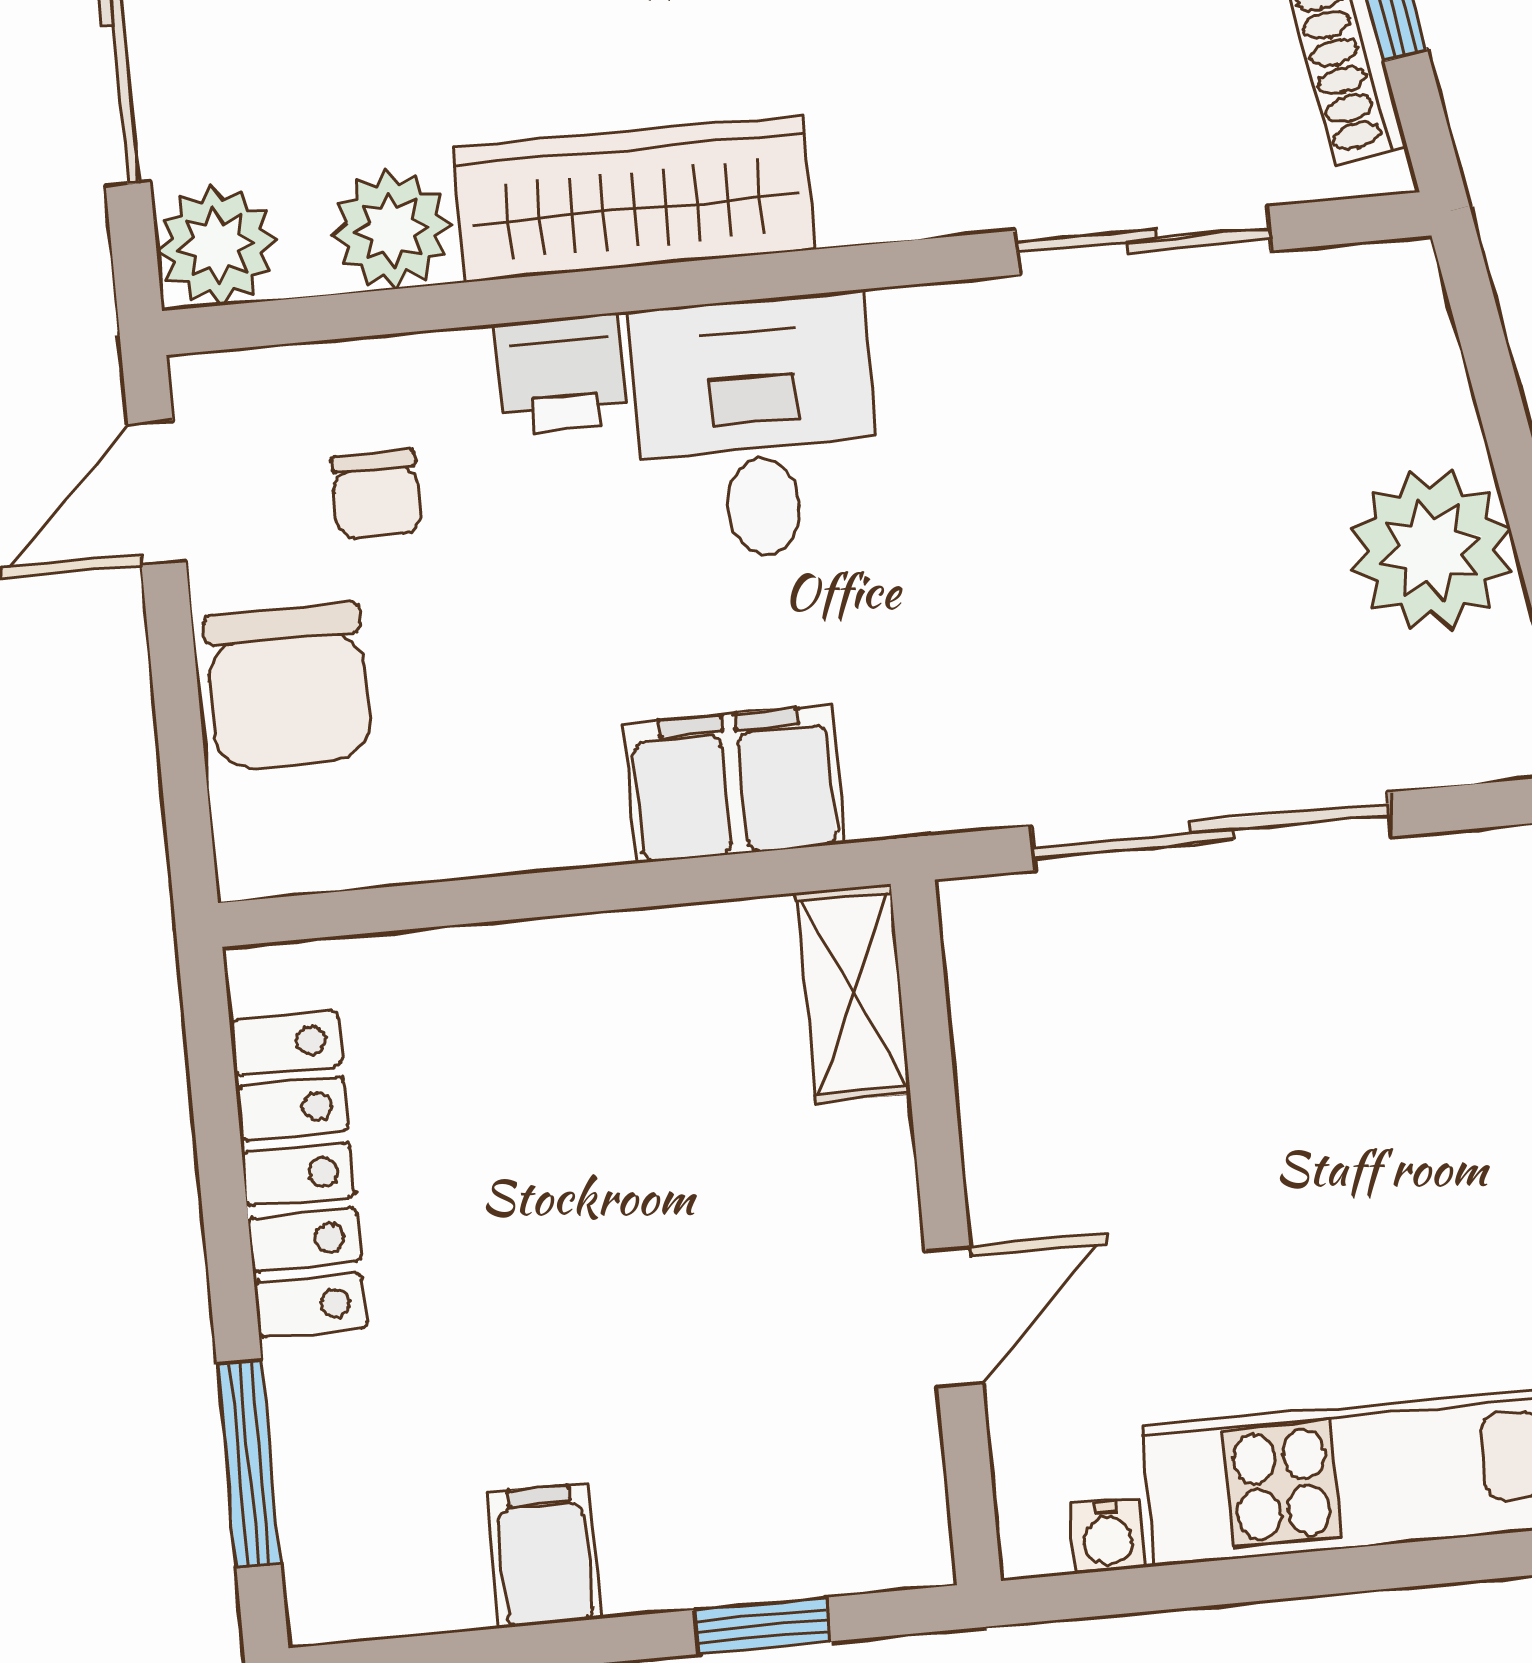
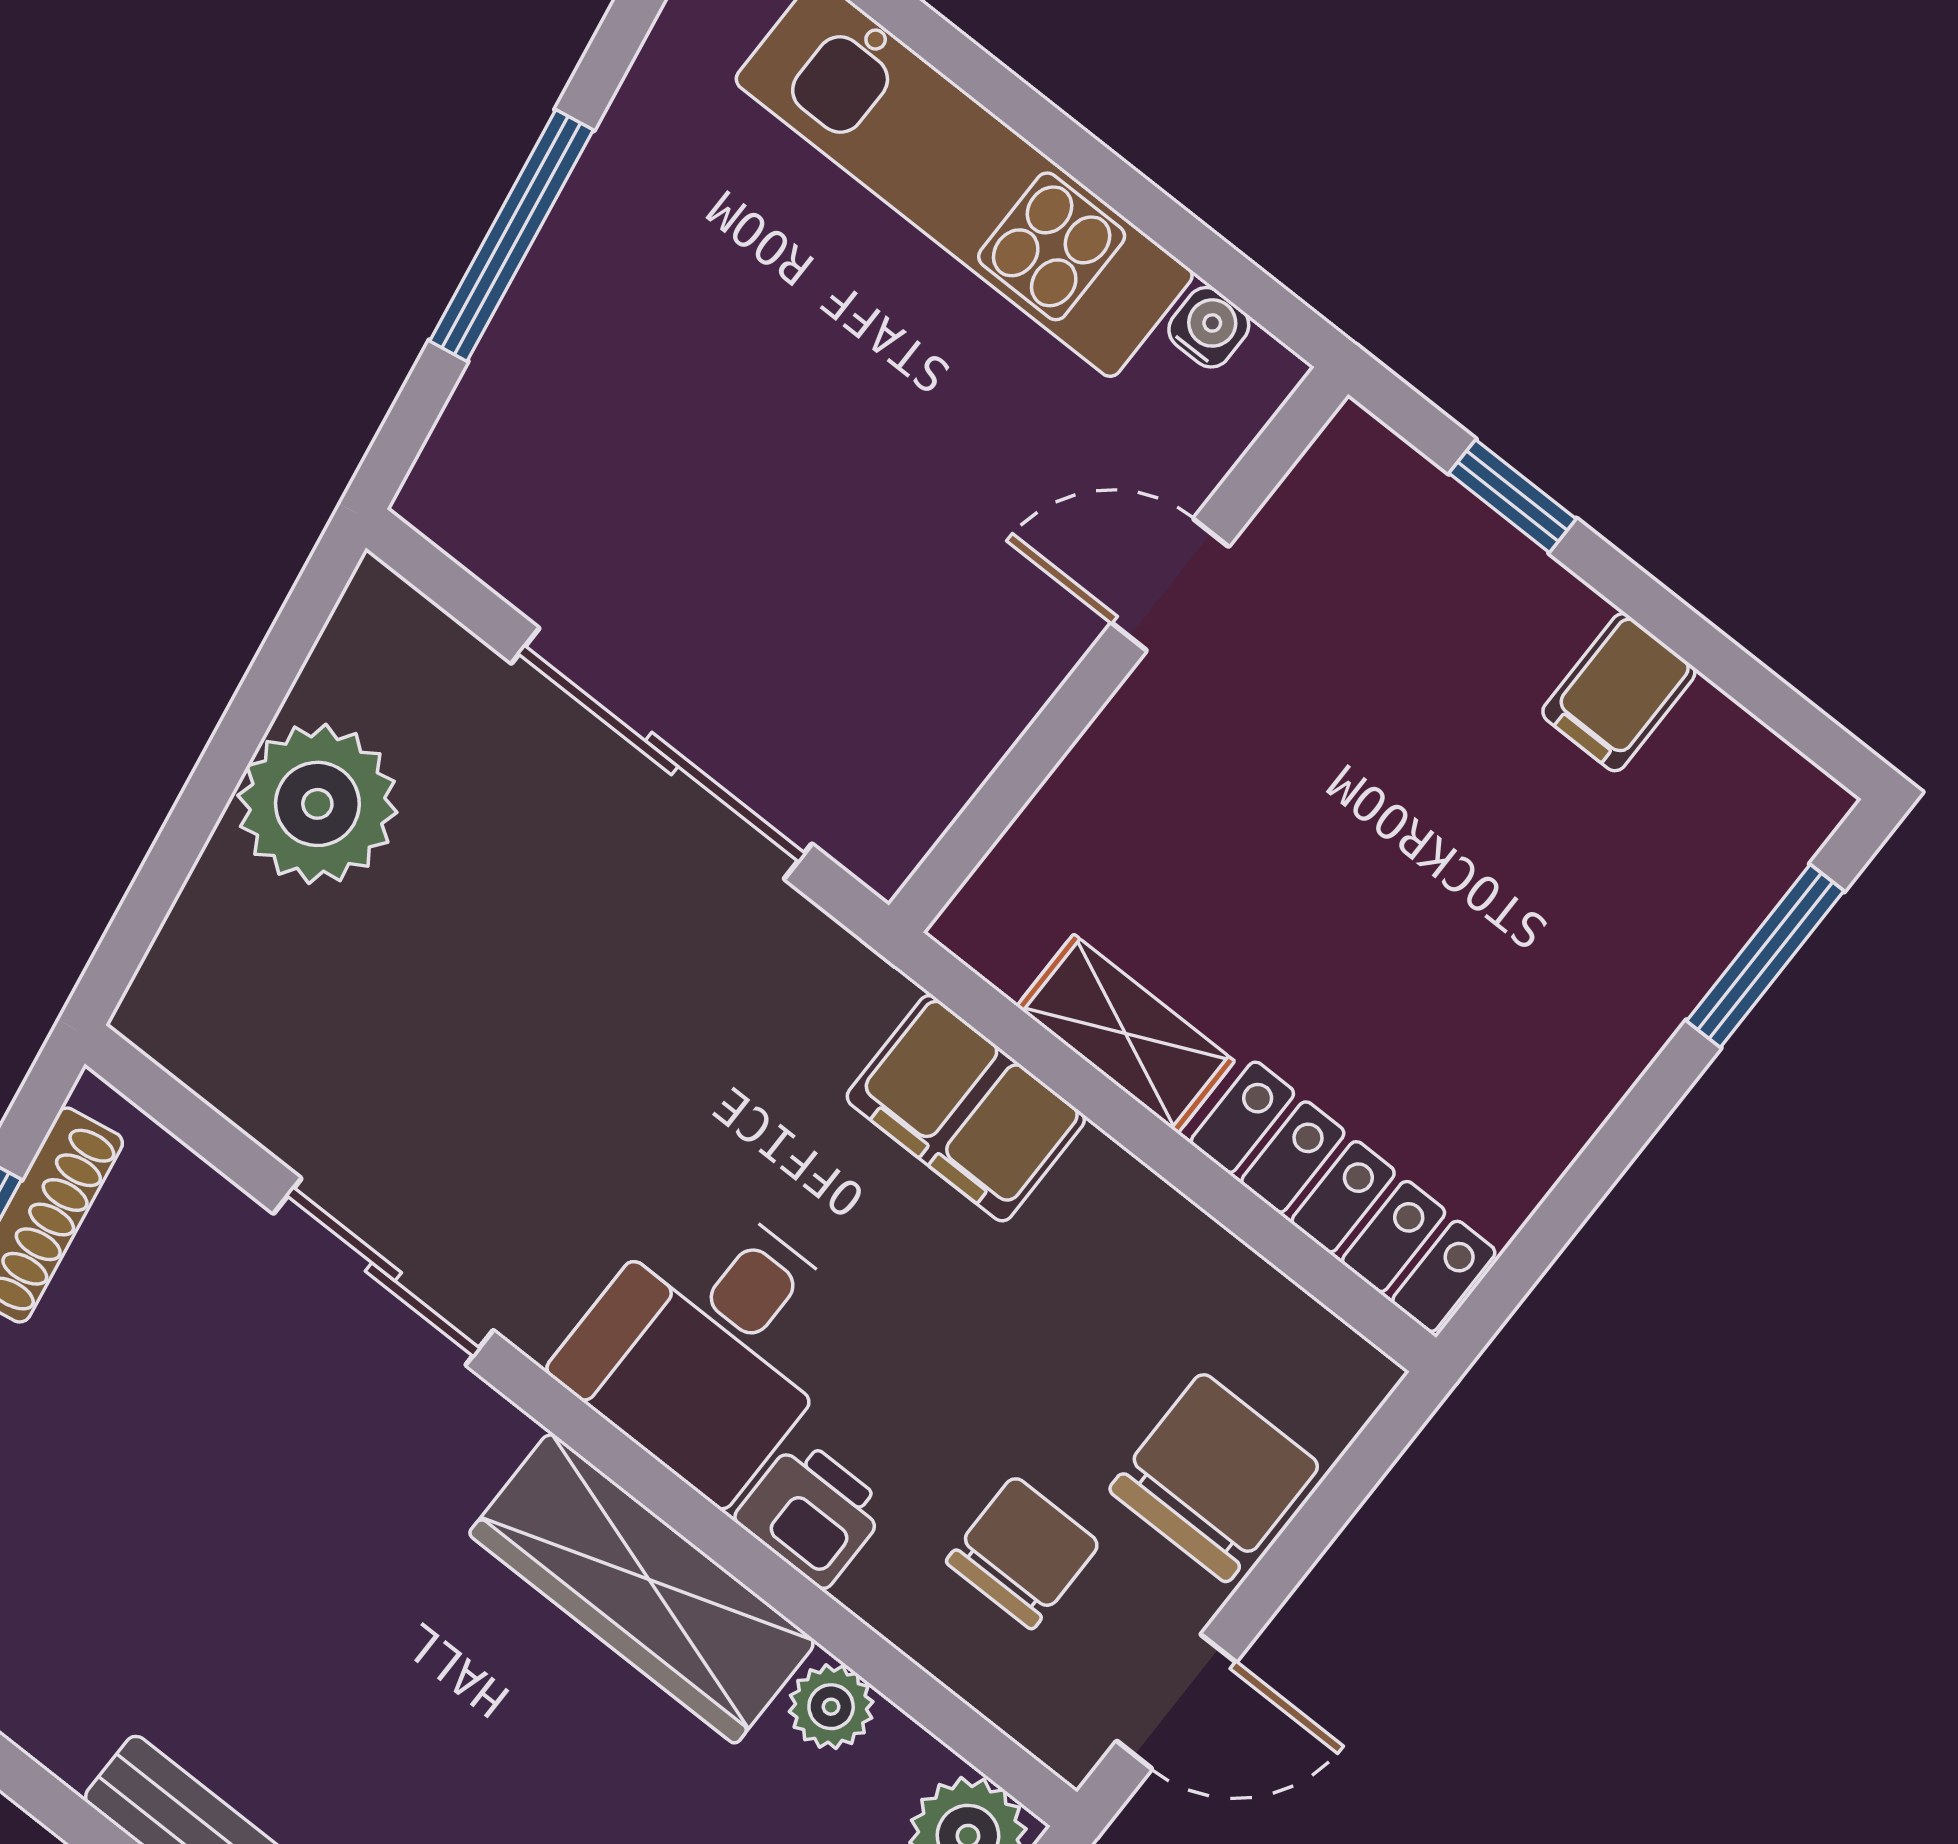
plant: (392, 229) -> (831, 1707), width x0.73, depth x0.73
sliding door: (1143, 241) -> (383, 1272), moved
chair: (377, 495) -> (1023, 1553), width x1.37, depth x1.37
shelving: (853, 993) -> (1126, 1034), moved, turned 90
locker: (298, 1174) -> (1343, 1197), moved, turned 90

